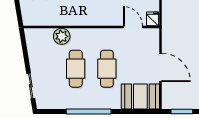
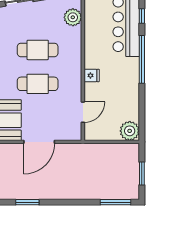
fridge: (153, 19) -> (92, 75), moved
plant: (62, 36) -> (73, 17), moved

